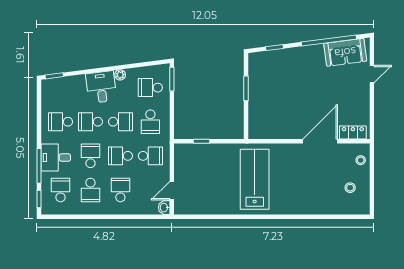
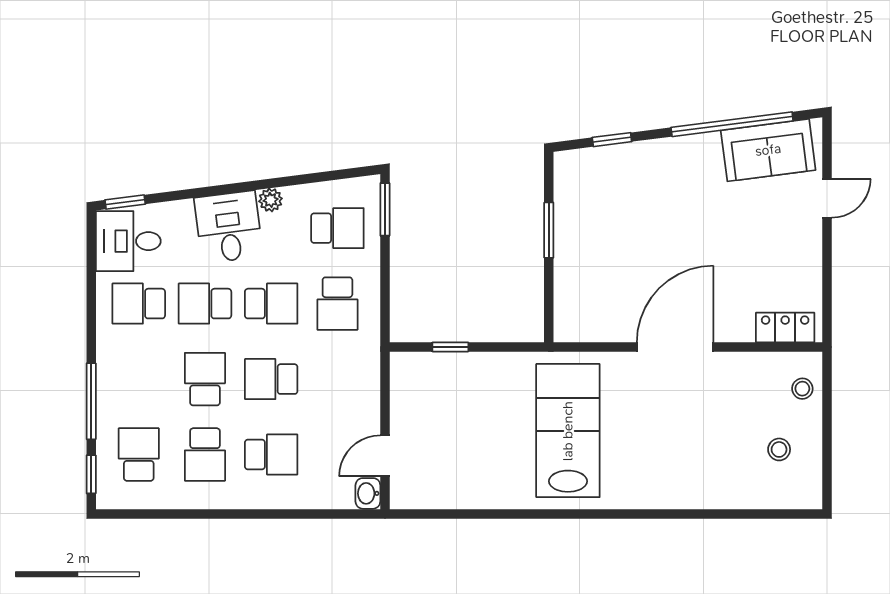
school desk: (150, 88) -> (337, 228), turned 180
door: (320, 141) -> (675, 347), moved
school desk: (150, 156) -> (337, 379), removed
desk: (56, 158) -> (128, 241), moved
school desk: (120, 190) -> (271, 455), turned 90

